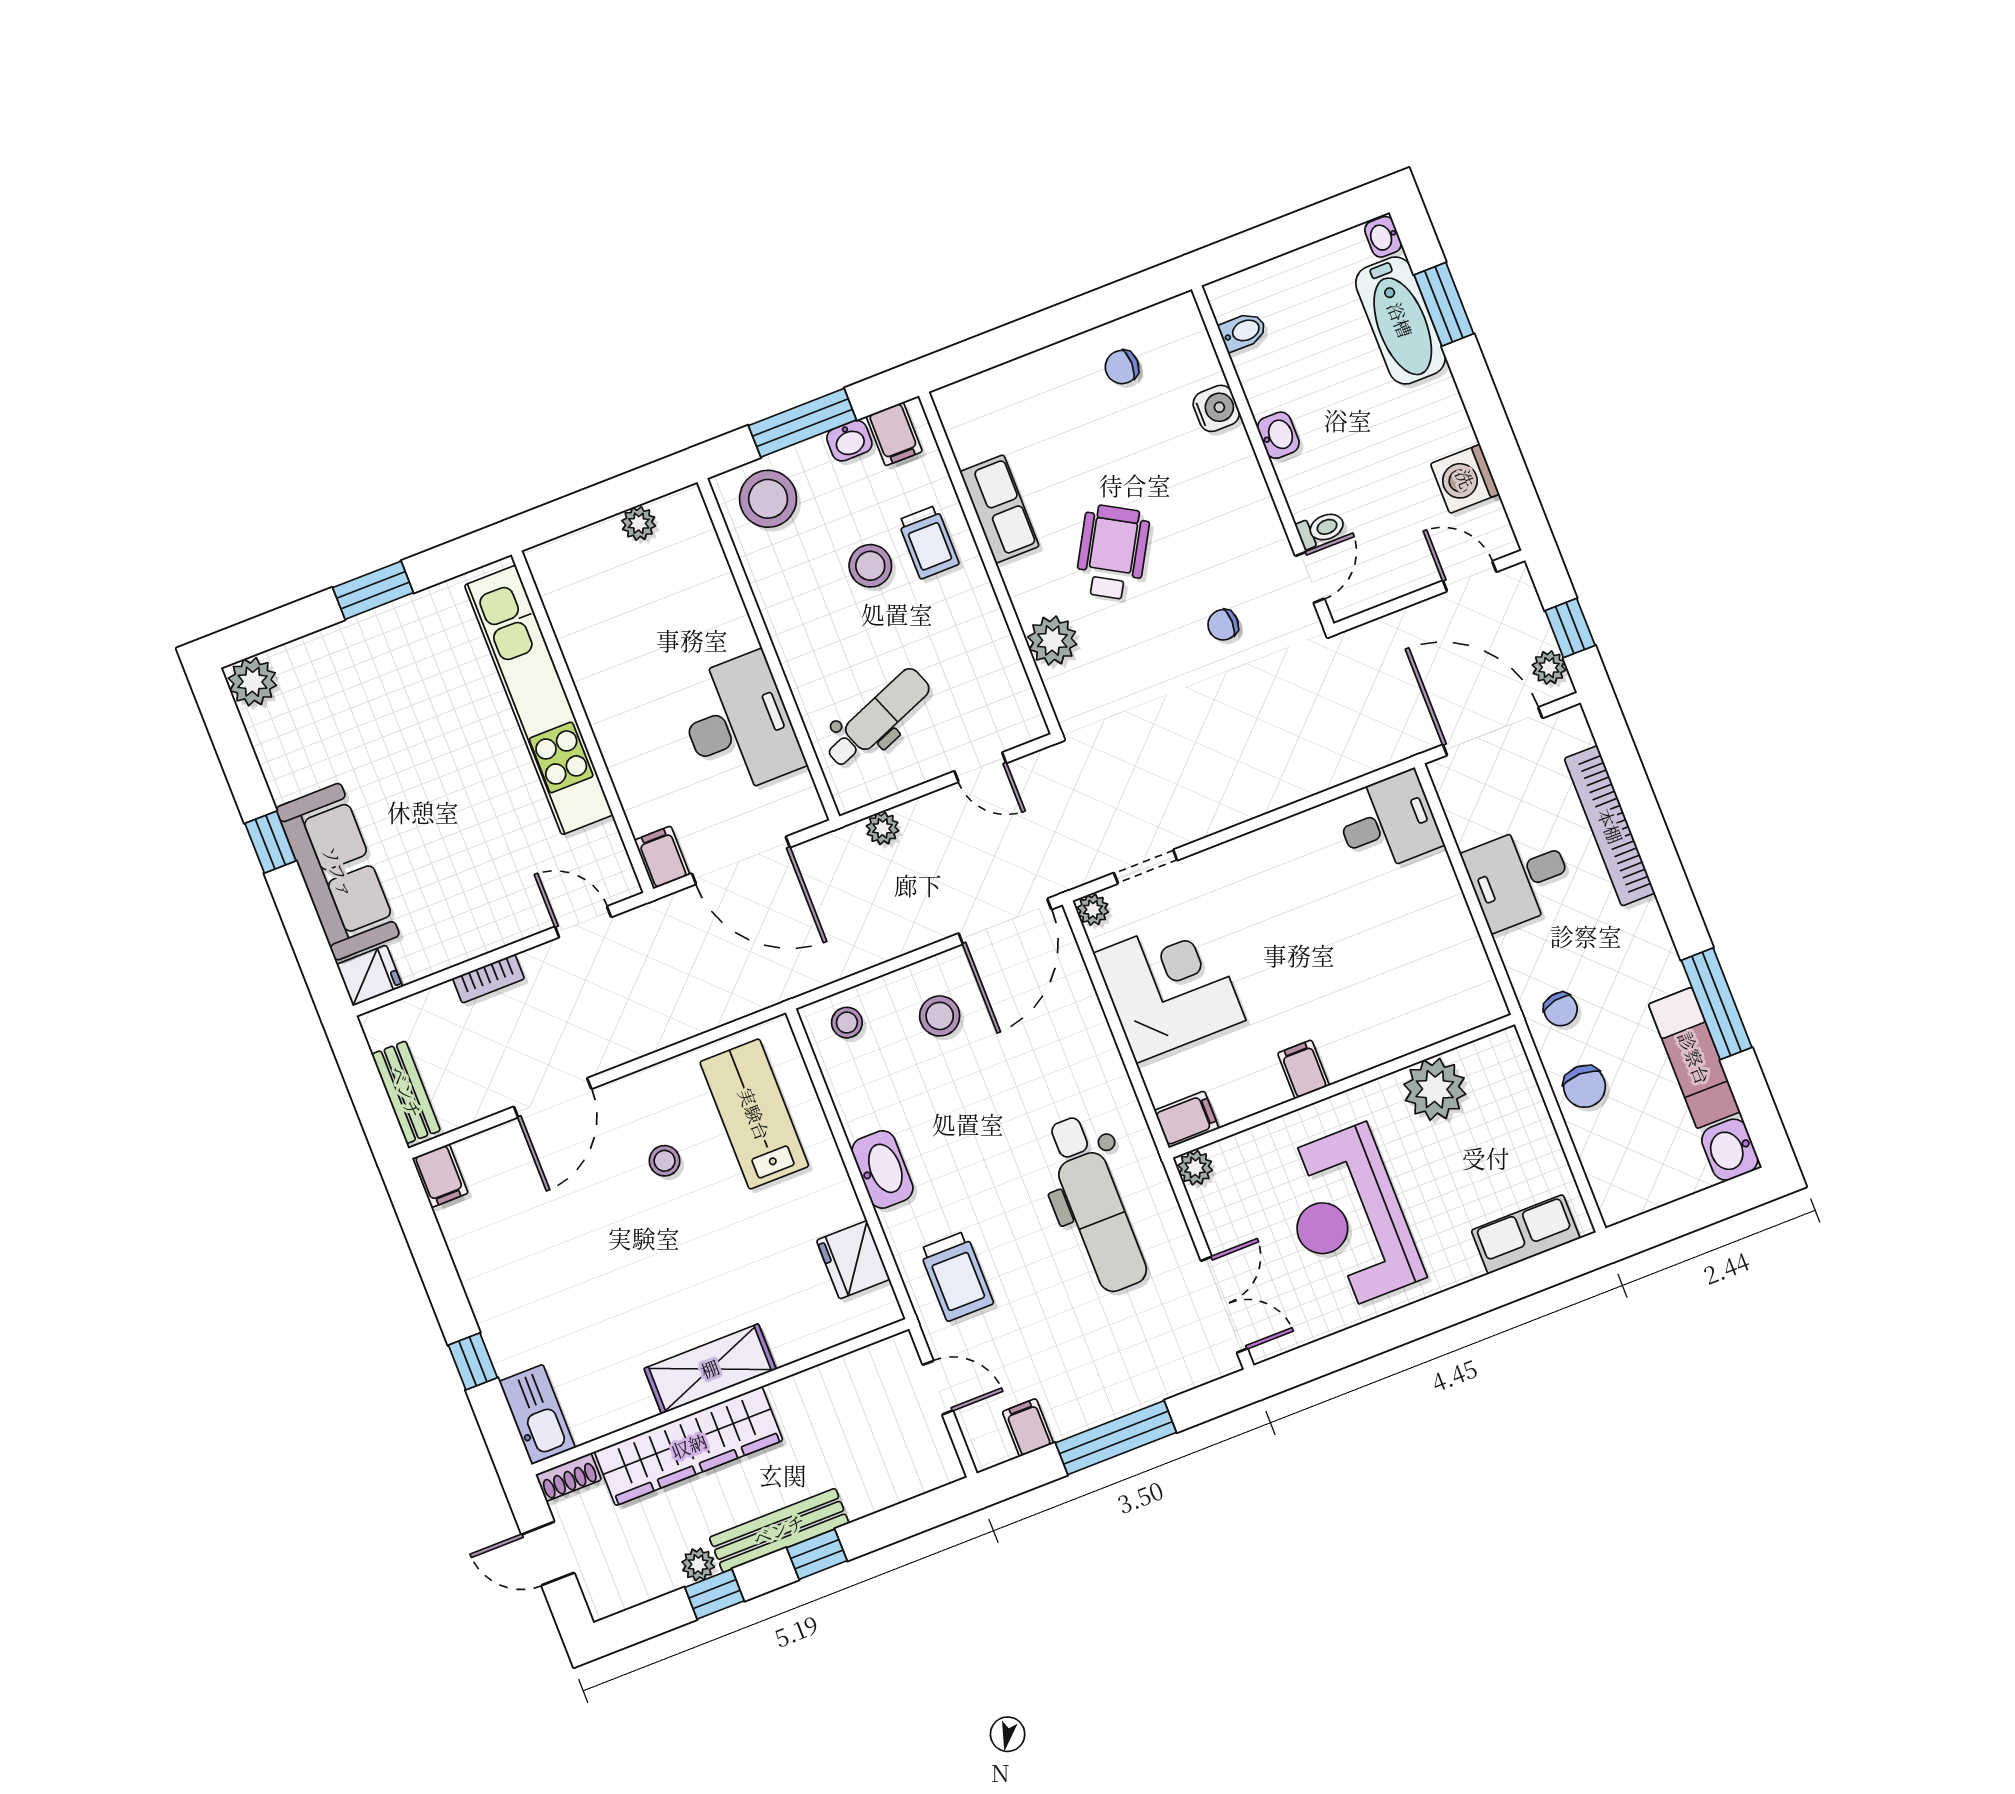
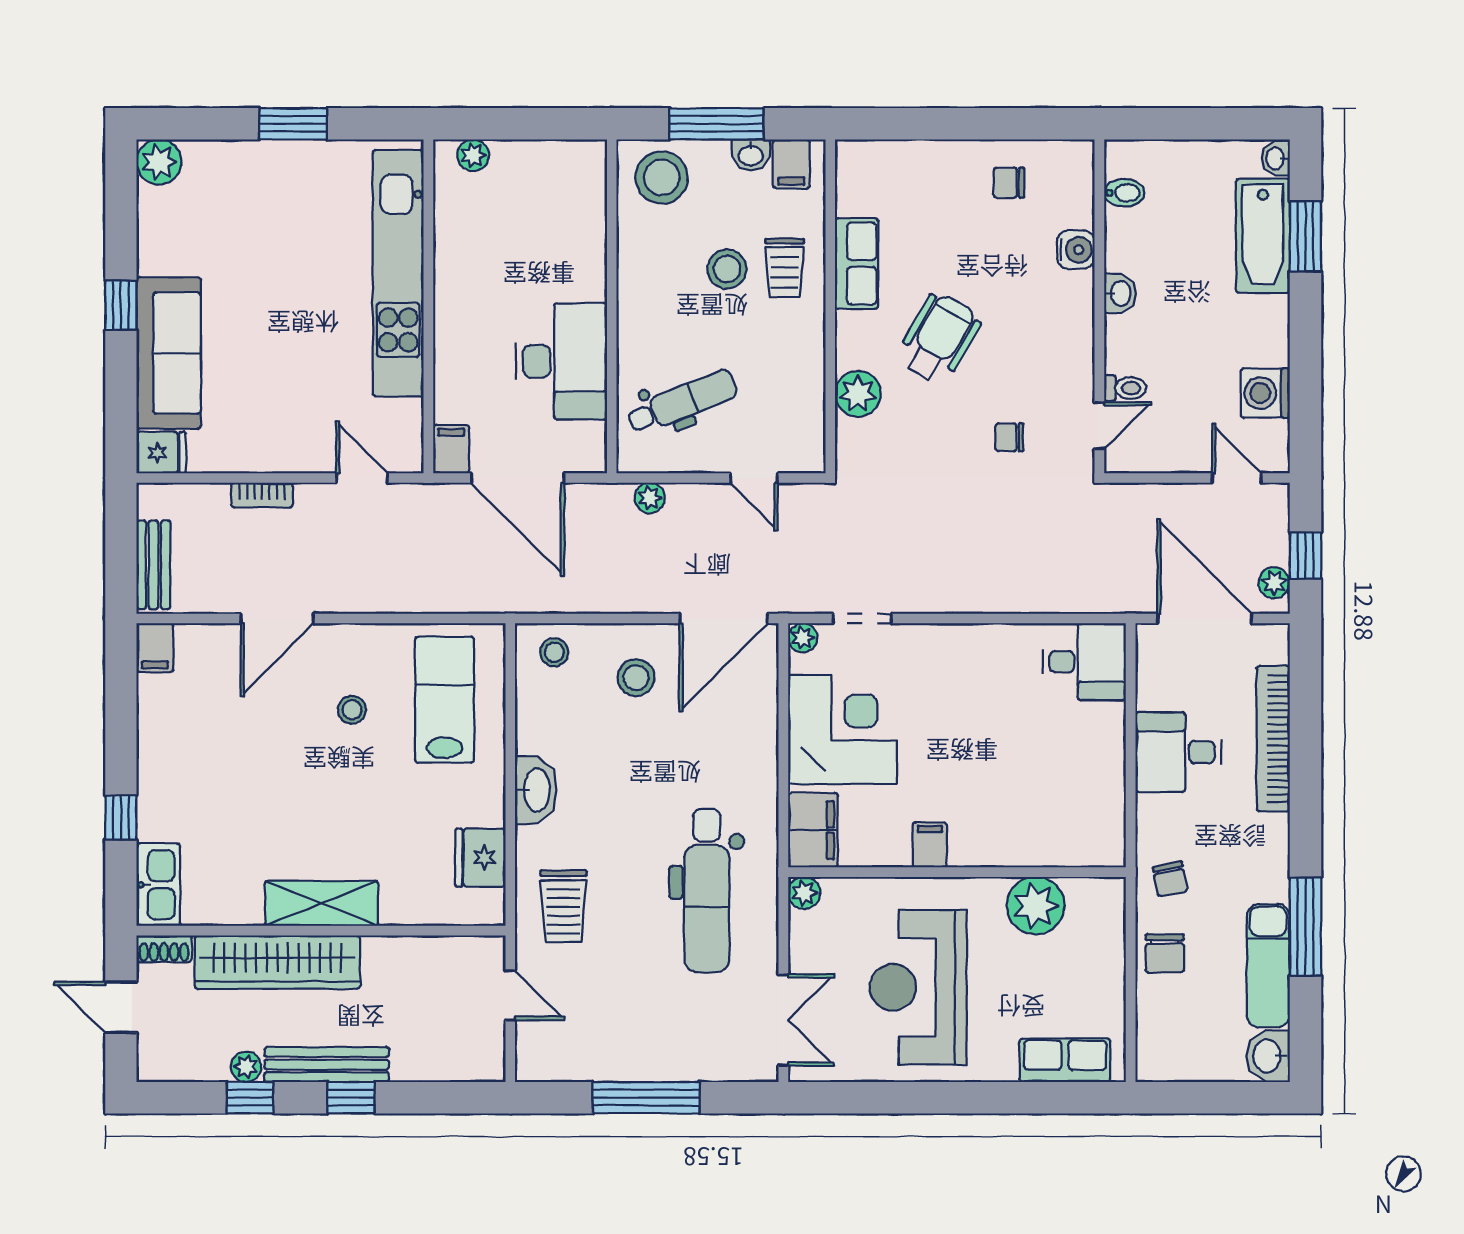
plant: (639, 523) -> (473, 155), moved
filing cabinet: (1187, 1119) -> (813, 830), width x2.00
filing cabinet: (1028, 1428) -> (574, 1060), removed

